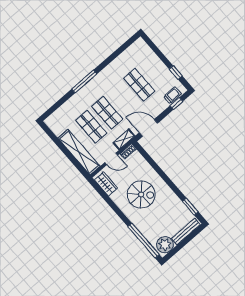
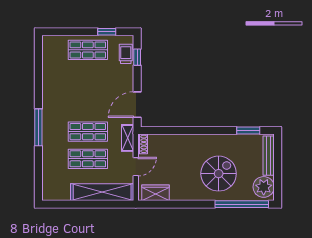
shop shelf: (139, 85) -> (88, 50), moved
spiral stairs: (141, 194) -> (219, 174), moved

